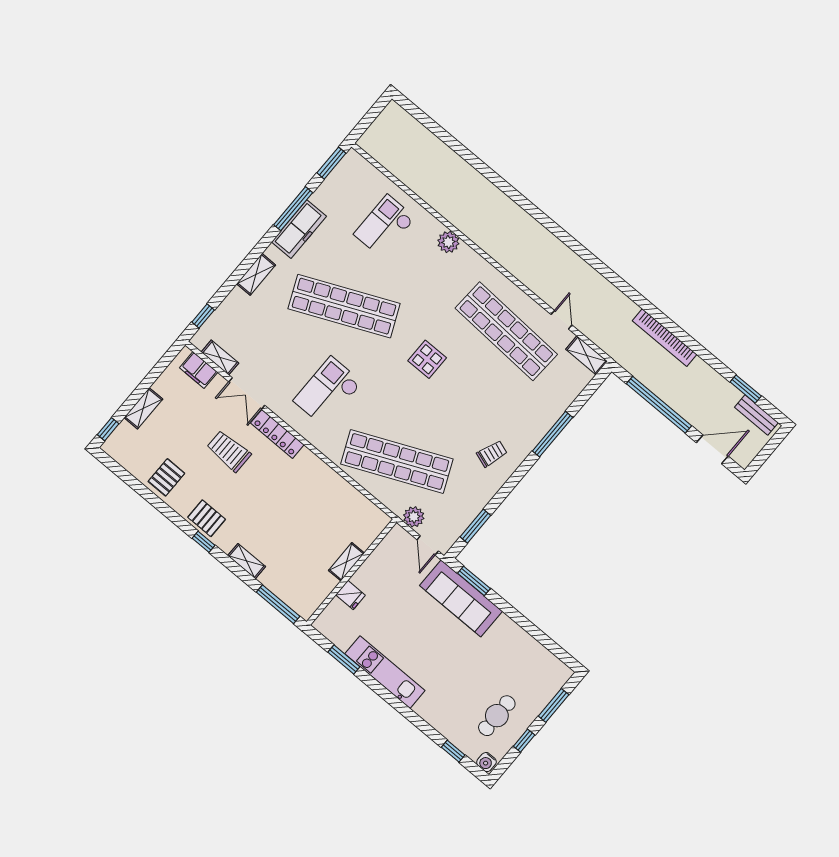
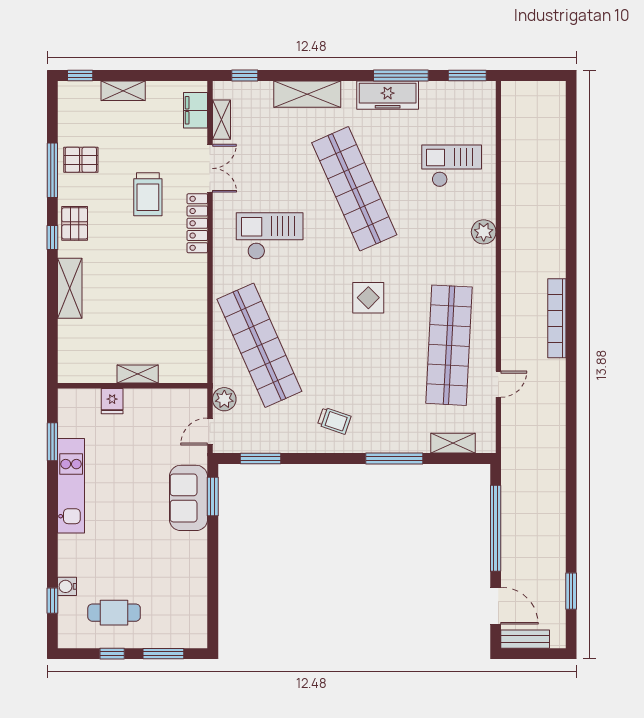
shelving: (256, 274) -> (307, 94), width x1.50, depth x1.33
bookcase: (664, 338) -> (557, 318), moved
shelving: (587, 355) -> (453, 443), moved, turned 90
double door: (247, 393) -> (210, 168), swing flipped
bench: (756, 415) -> (525, 639), moved, turned 90
trolley: (229, 451) -> (148, 194), turned 180
shelving: (247, 561) -> (70, 288), width x1.50, depth x1.33
sofa: (461, 598) -> (188, 498), width x0.73
window: (278, 604) -> (52, 170), moved
water cooler: (486, 762) -> (67, 586), moved

